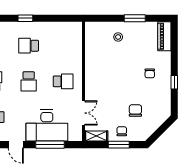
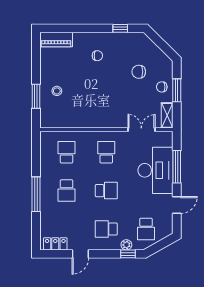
window: (25, 18) -> (36, 194), width x2.17
window: (135, 18) -> (36, 96), moved
school desk: (63, 46) -> (67, 152), added
window: (174, 82) -> (120, 28), moved

